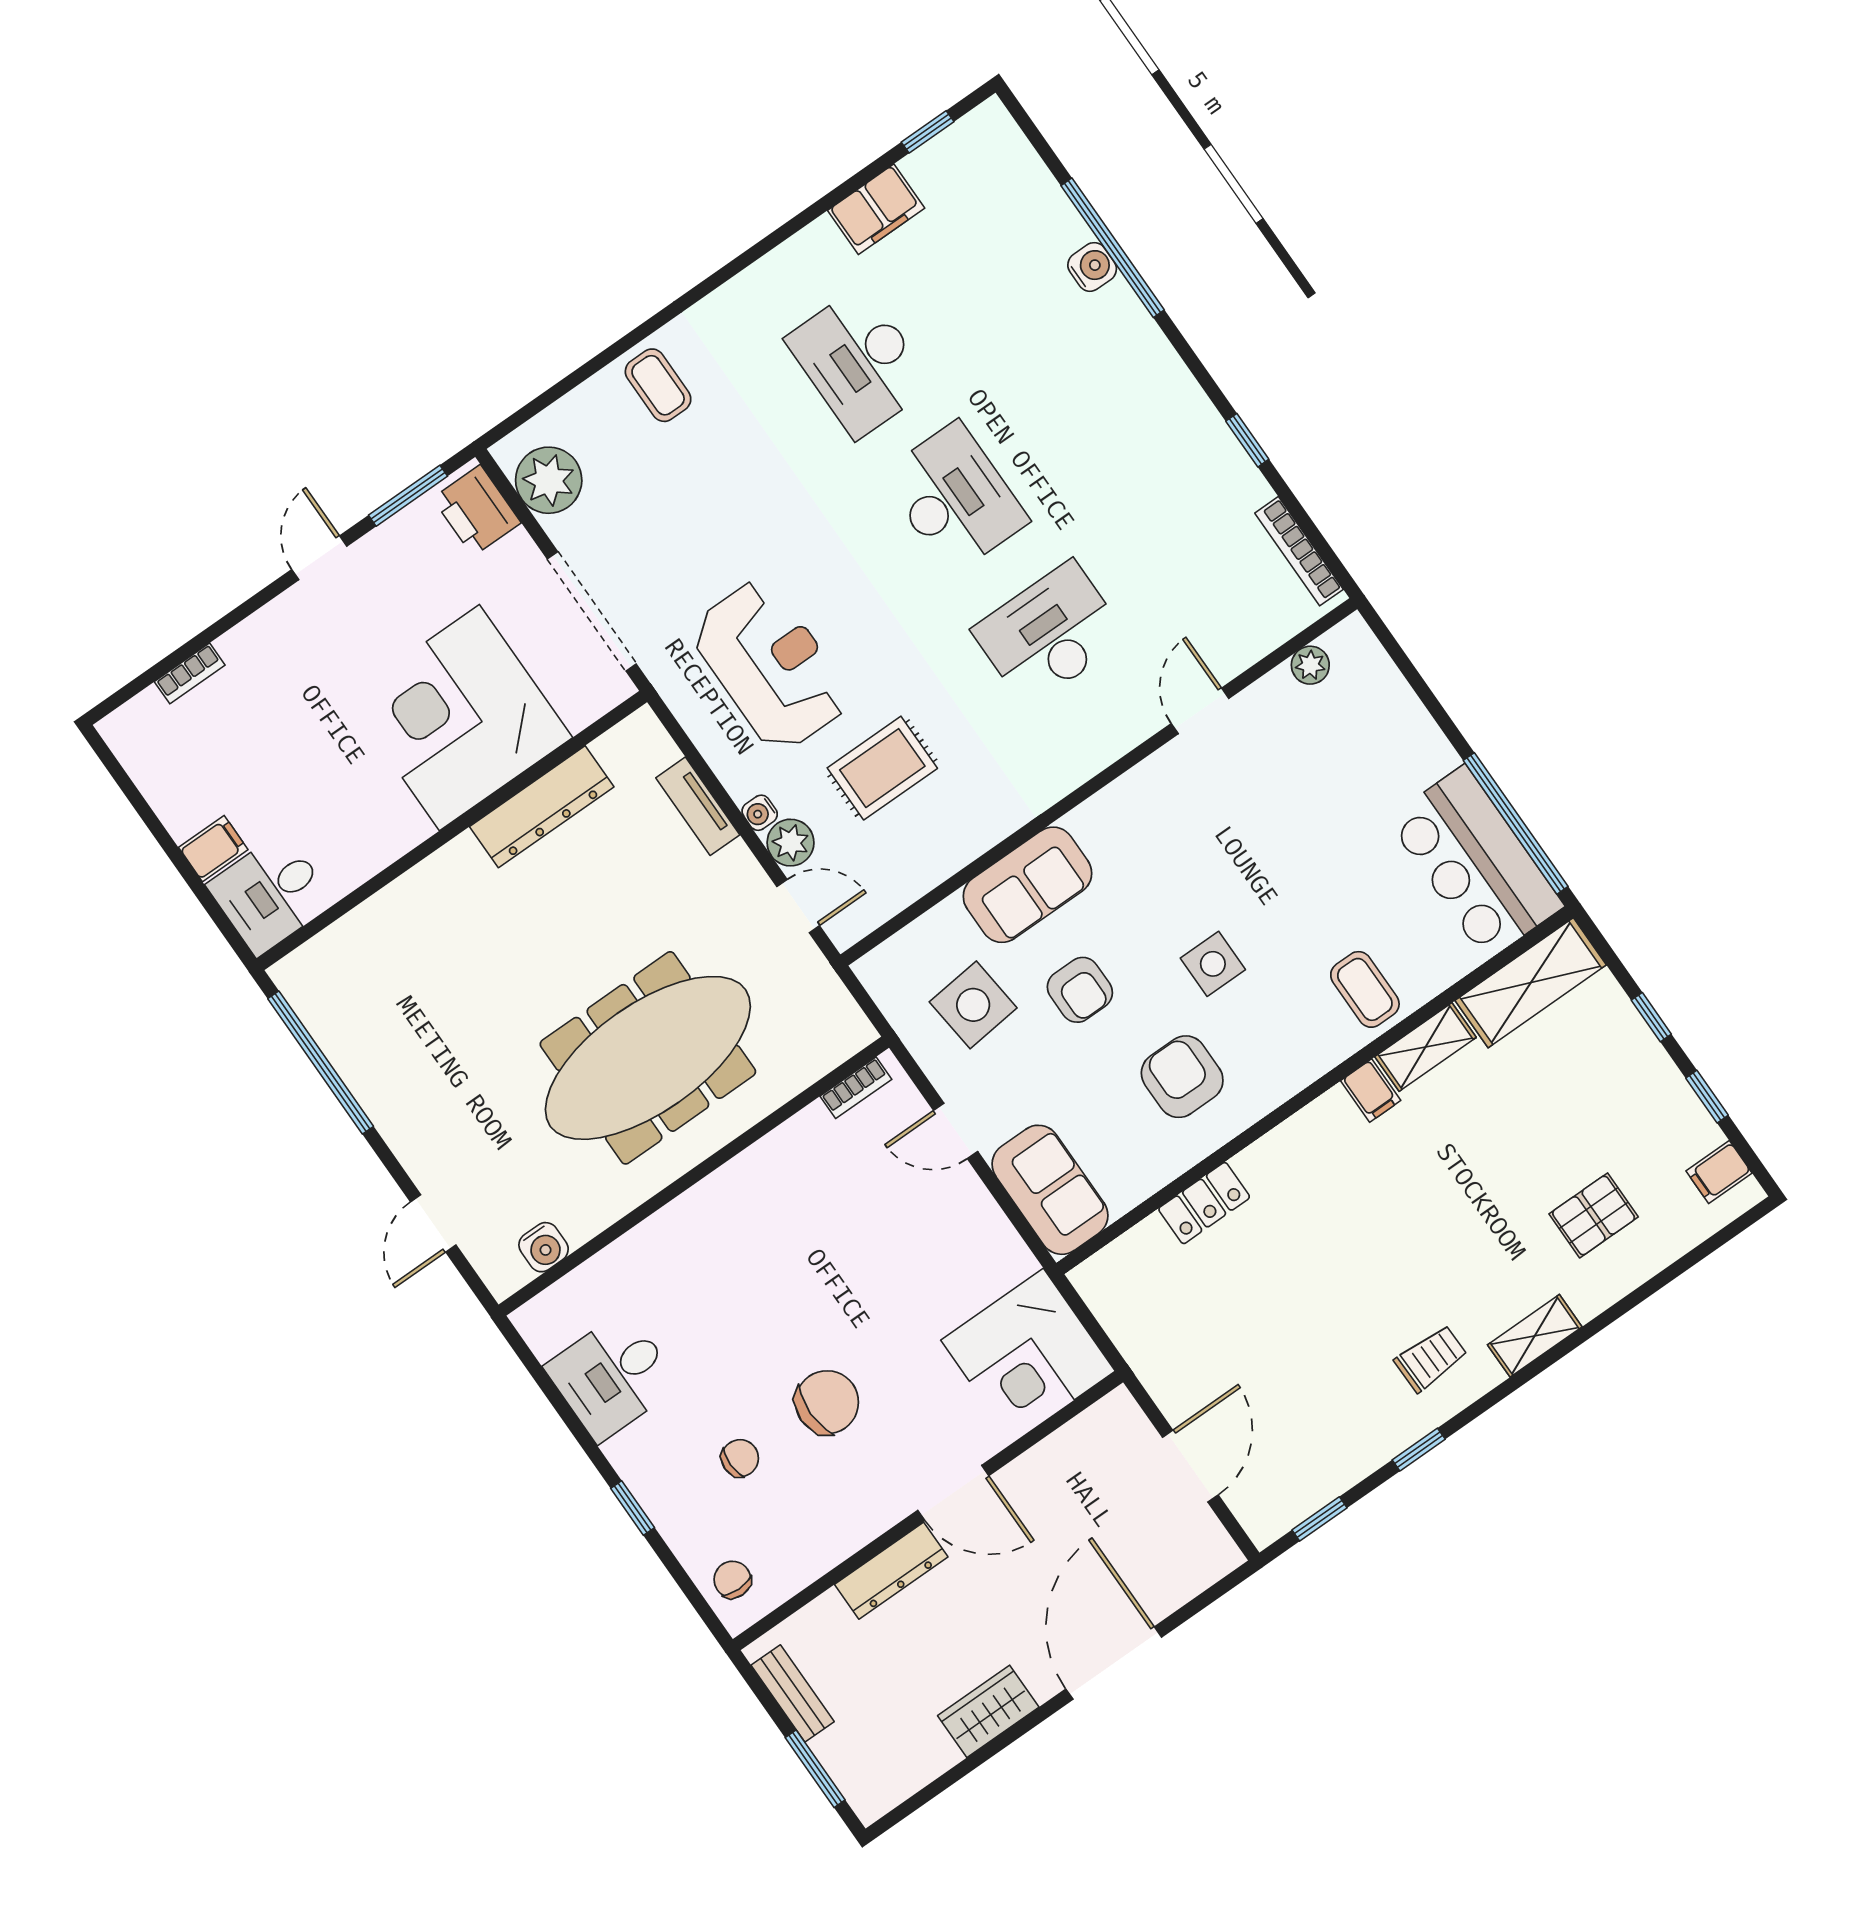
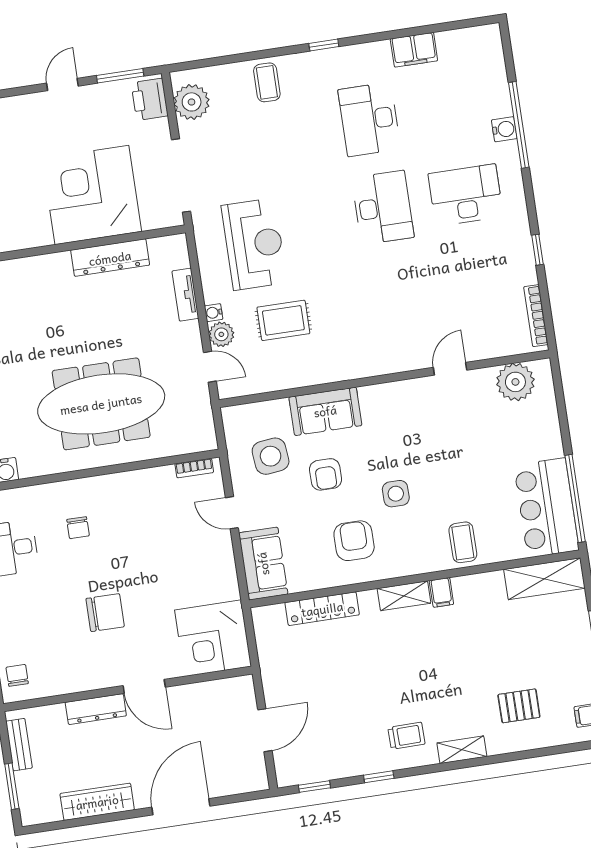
window: (928, 132) -> (324, 45), moved
desk: (1050, 634) -> (466, 195), moved
plant: (1310, 665) -> (515, 382), width x1.88, depth x1.88
shelving: (1426, 1047) -> (404, 596), moved
locker: (1204, 1203) -> (322, 609), width x1.53
chair: (740, 1458) -> (78, 528), moved, turned 90
wardrobe: (988, 1711) -> (97, 802), width x1.50

